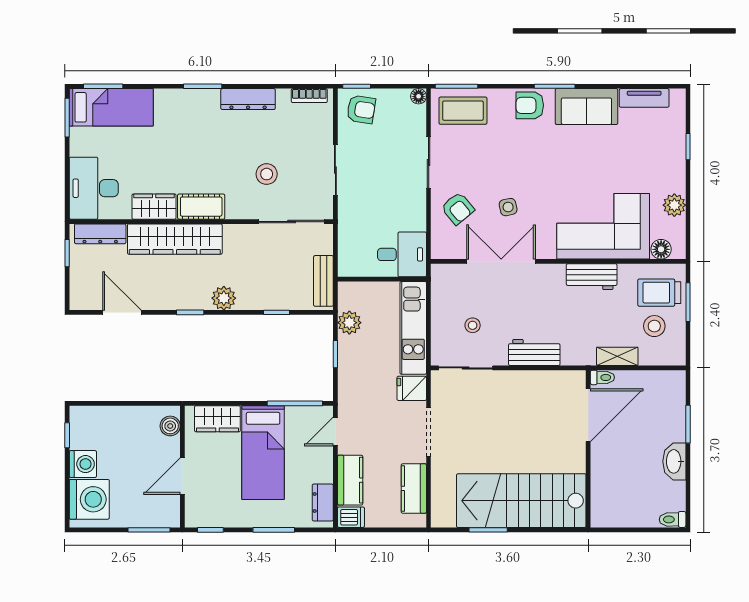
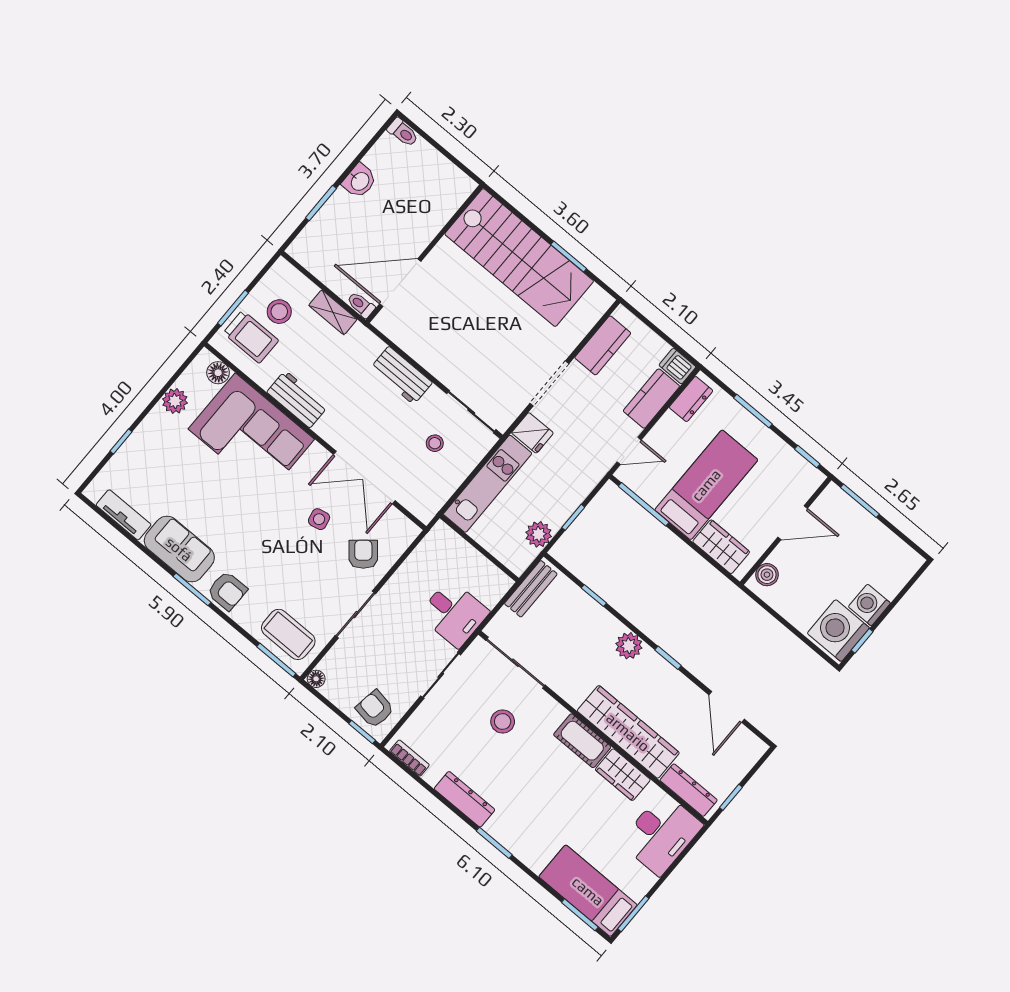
desk: (402, 254) -> (454, 613), moved, turned 180
washbasin: (674, 461) -> (359, 181), width x0.72
washing machine: (89, 499) -> (838, 631), moved

